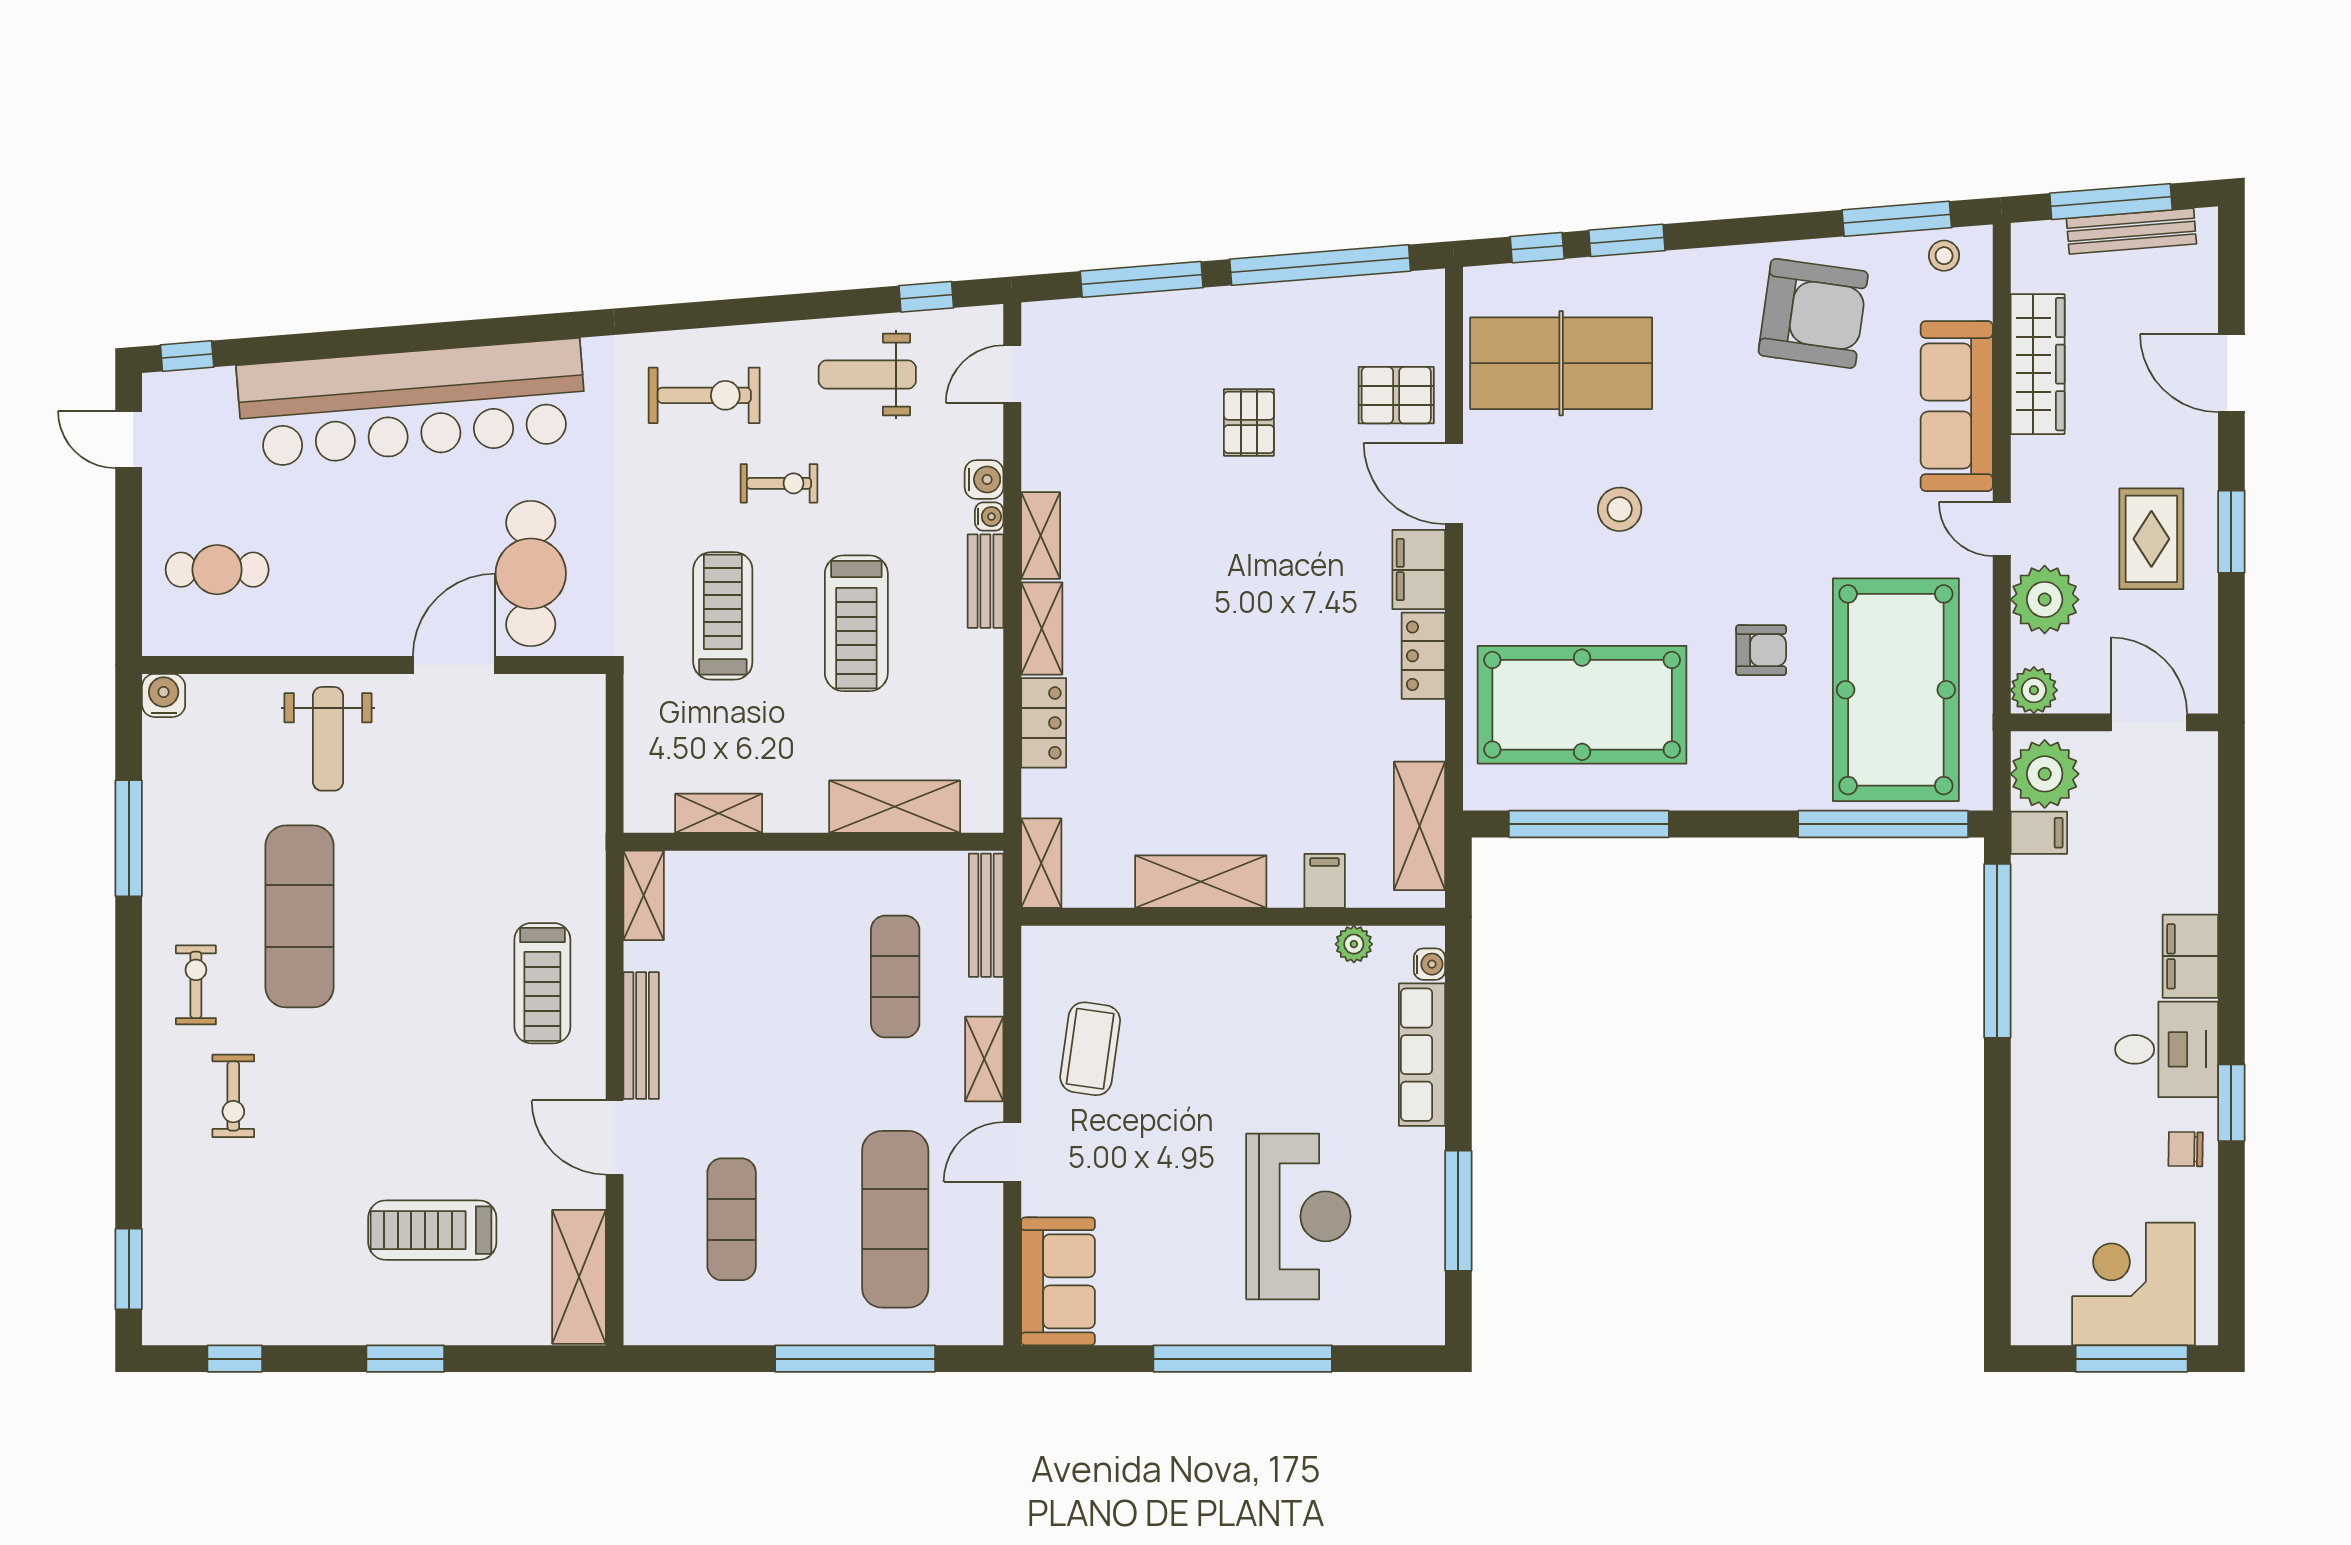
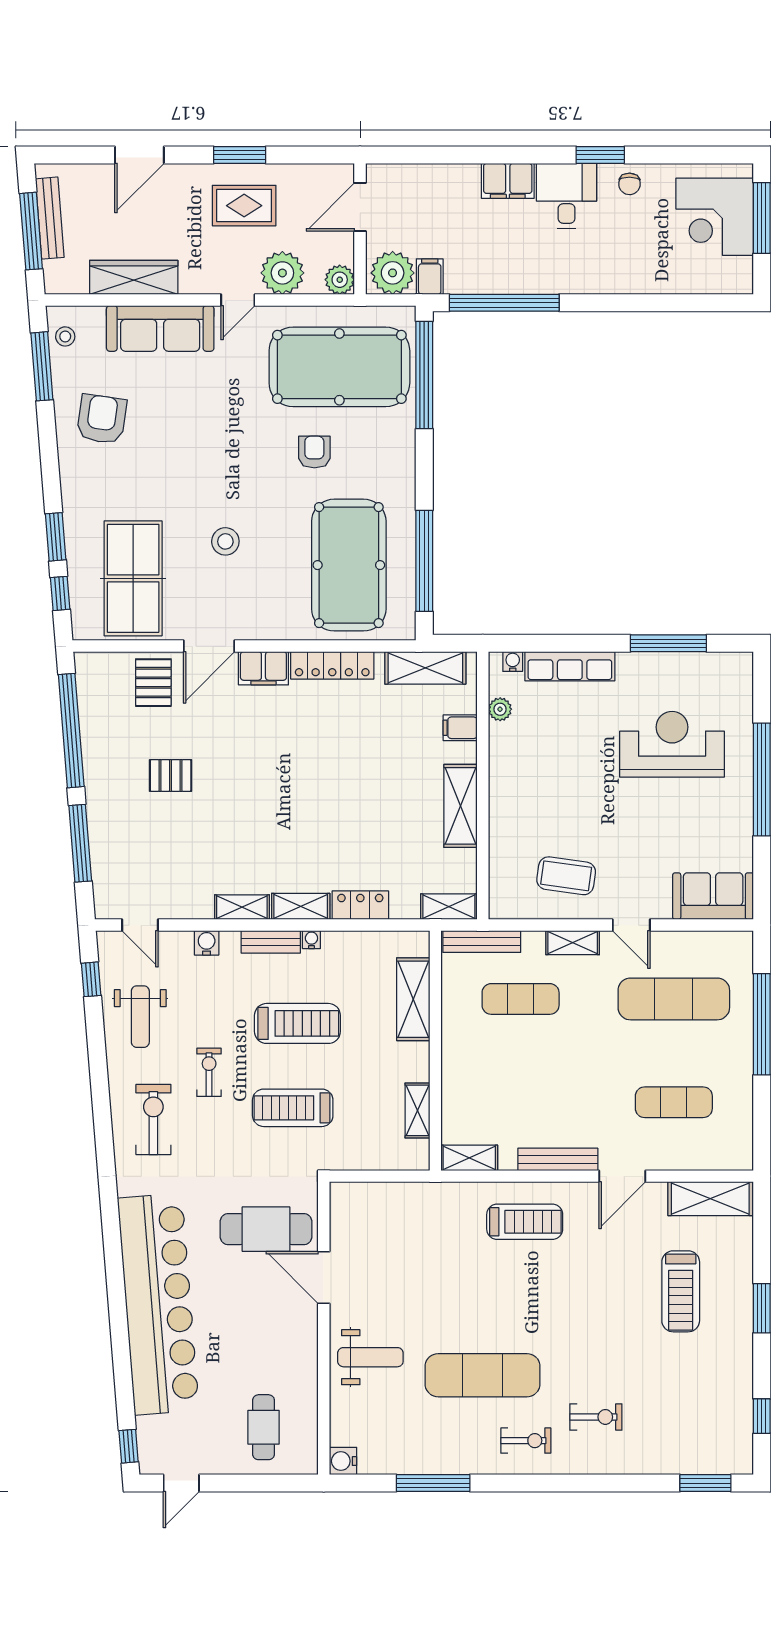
armchair: (1813, 313) -> (102, 419), width x0.73, depth x0.73
water cooler: (989, 517) -> (311, 940), moved
locker: (1423, 656) -> (332, 665), width x1.53
exercise bike: (196, 985) -> (526, 1441), turned 180

